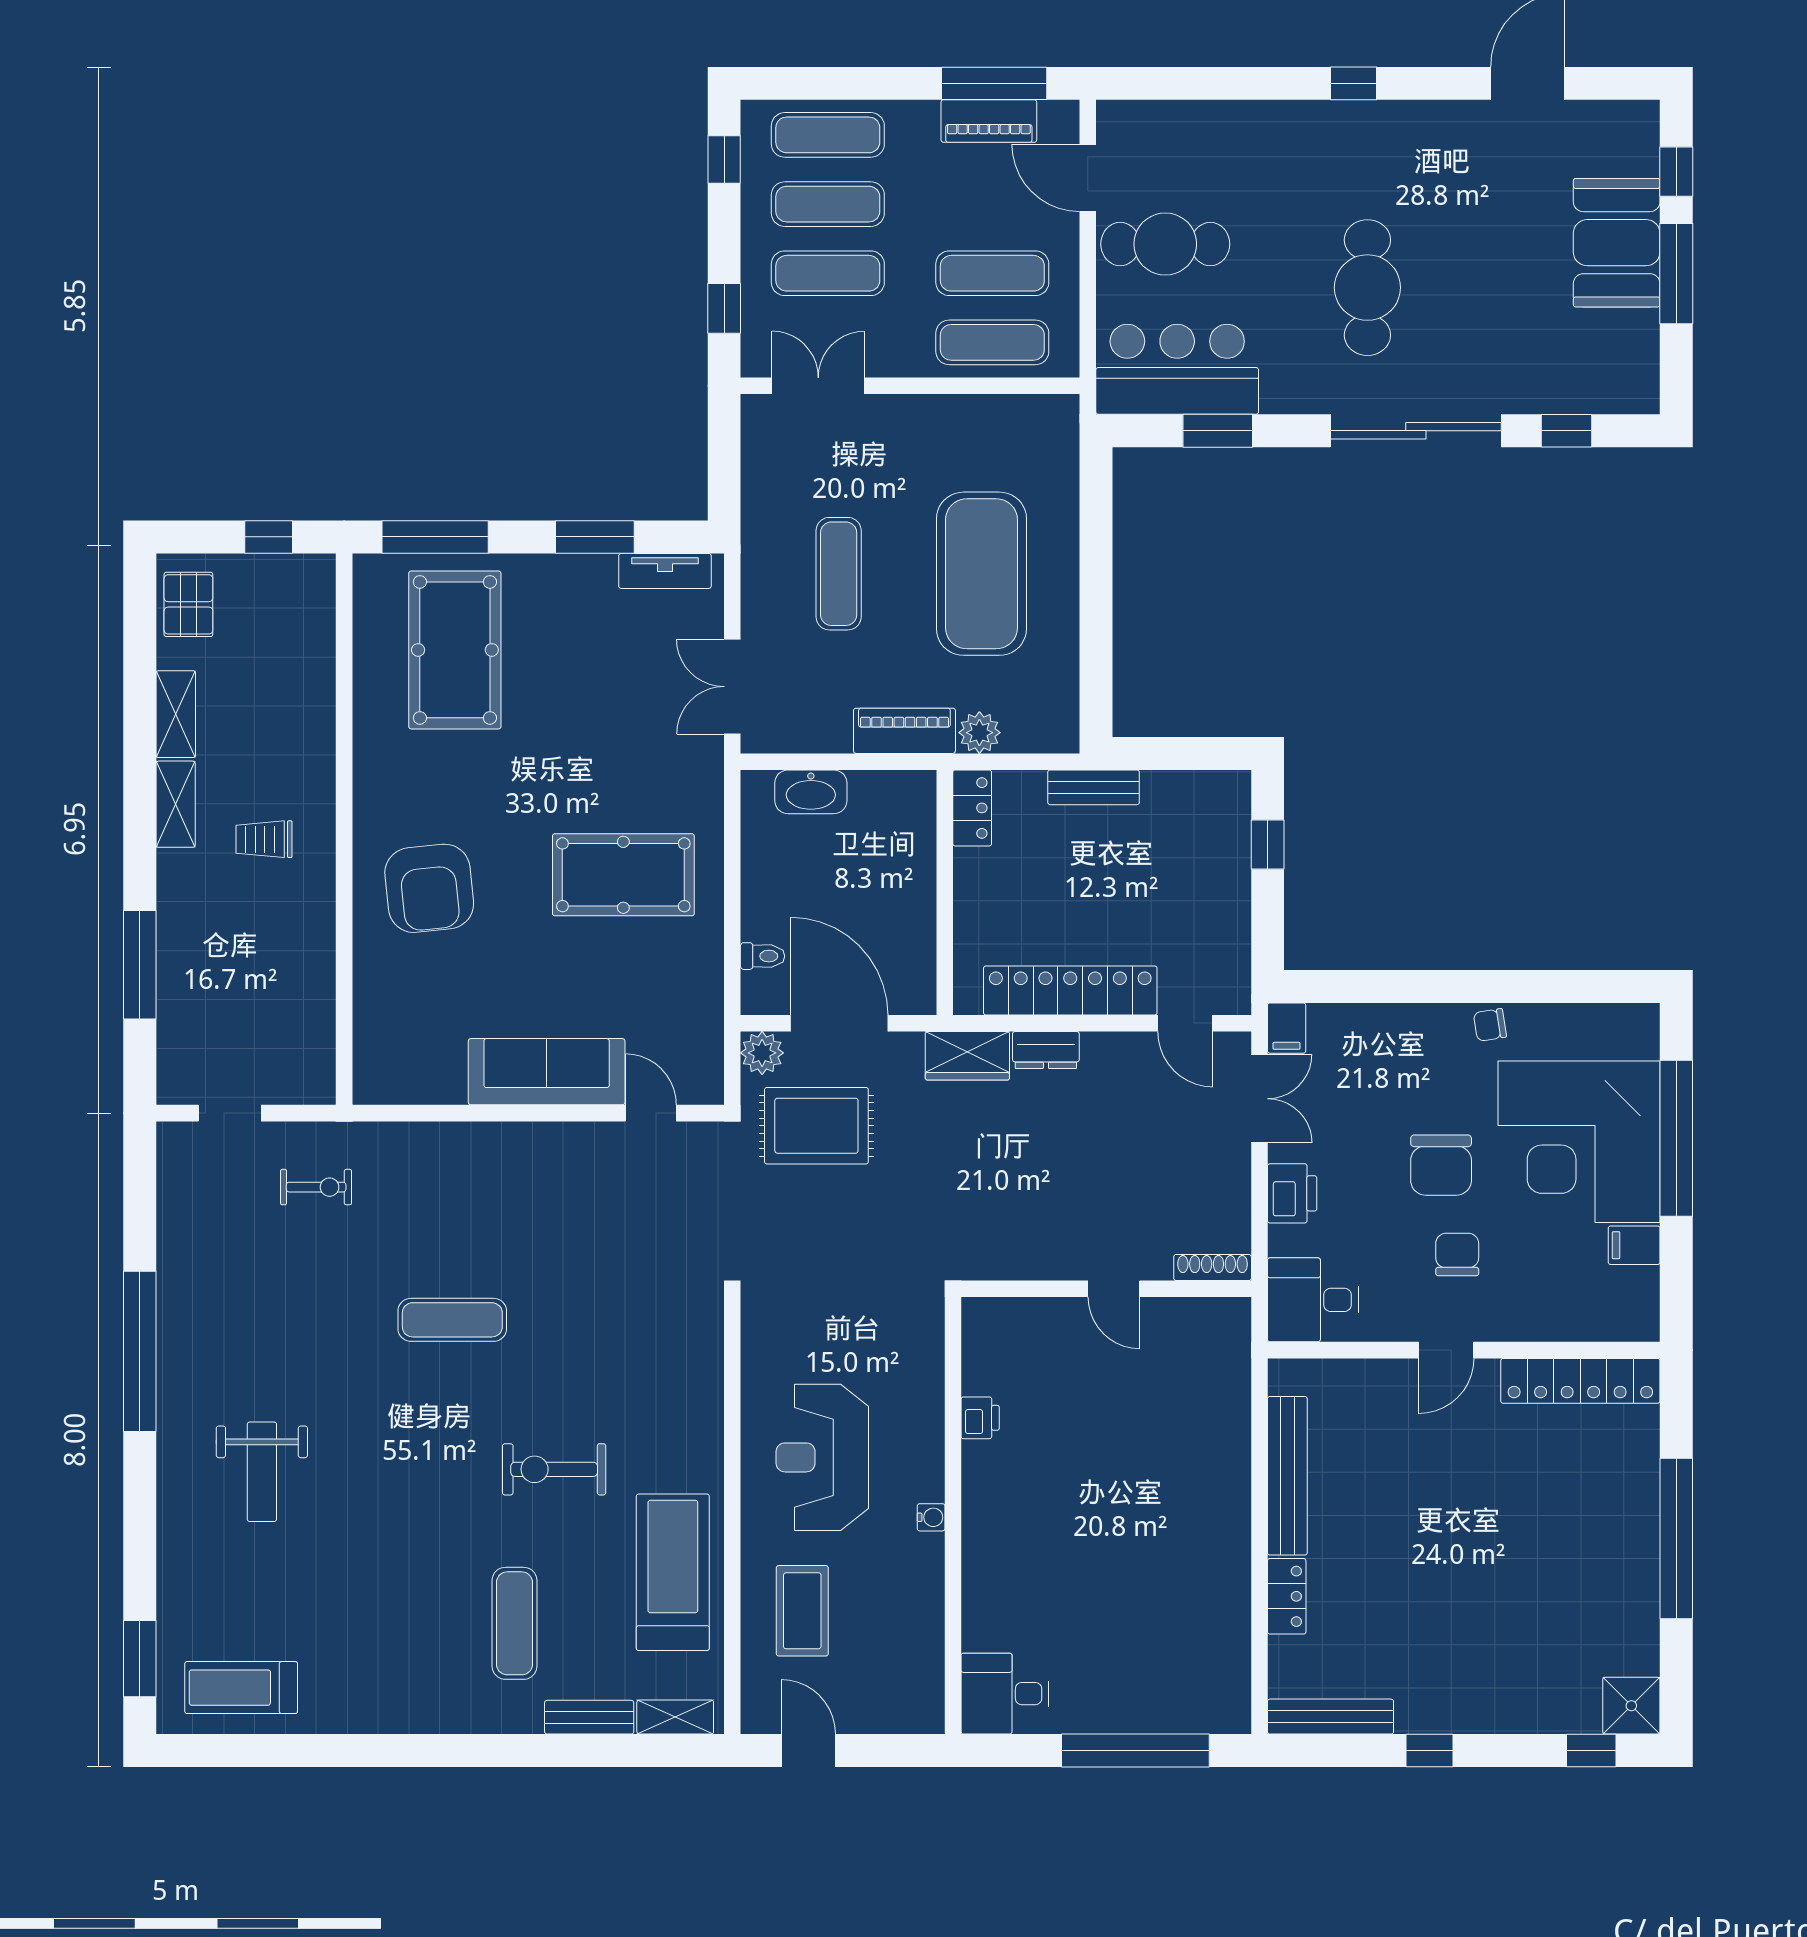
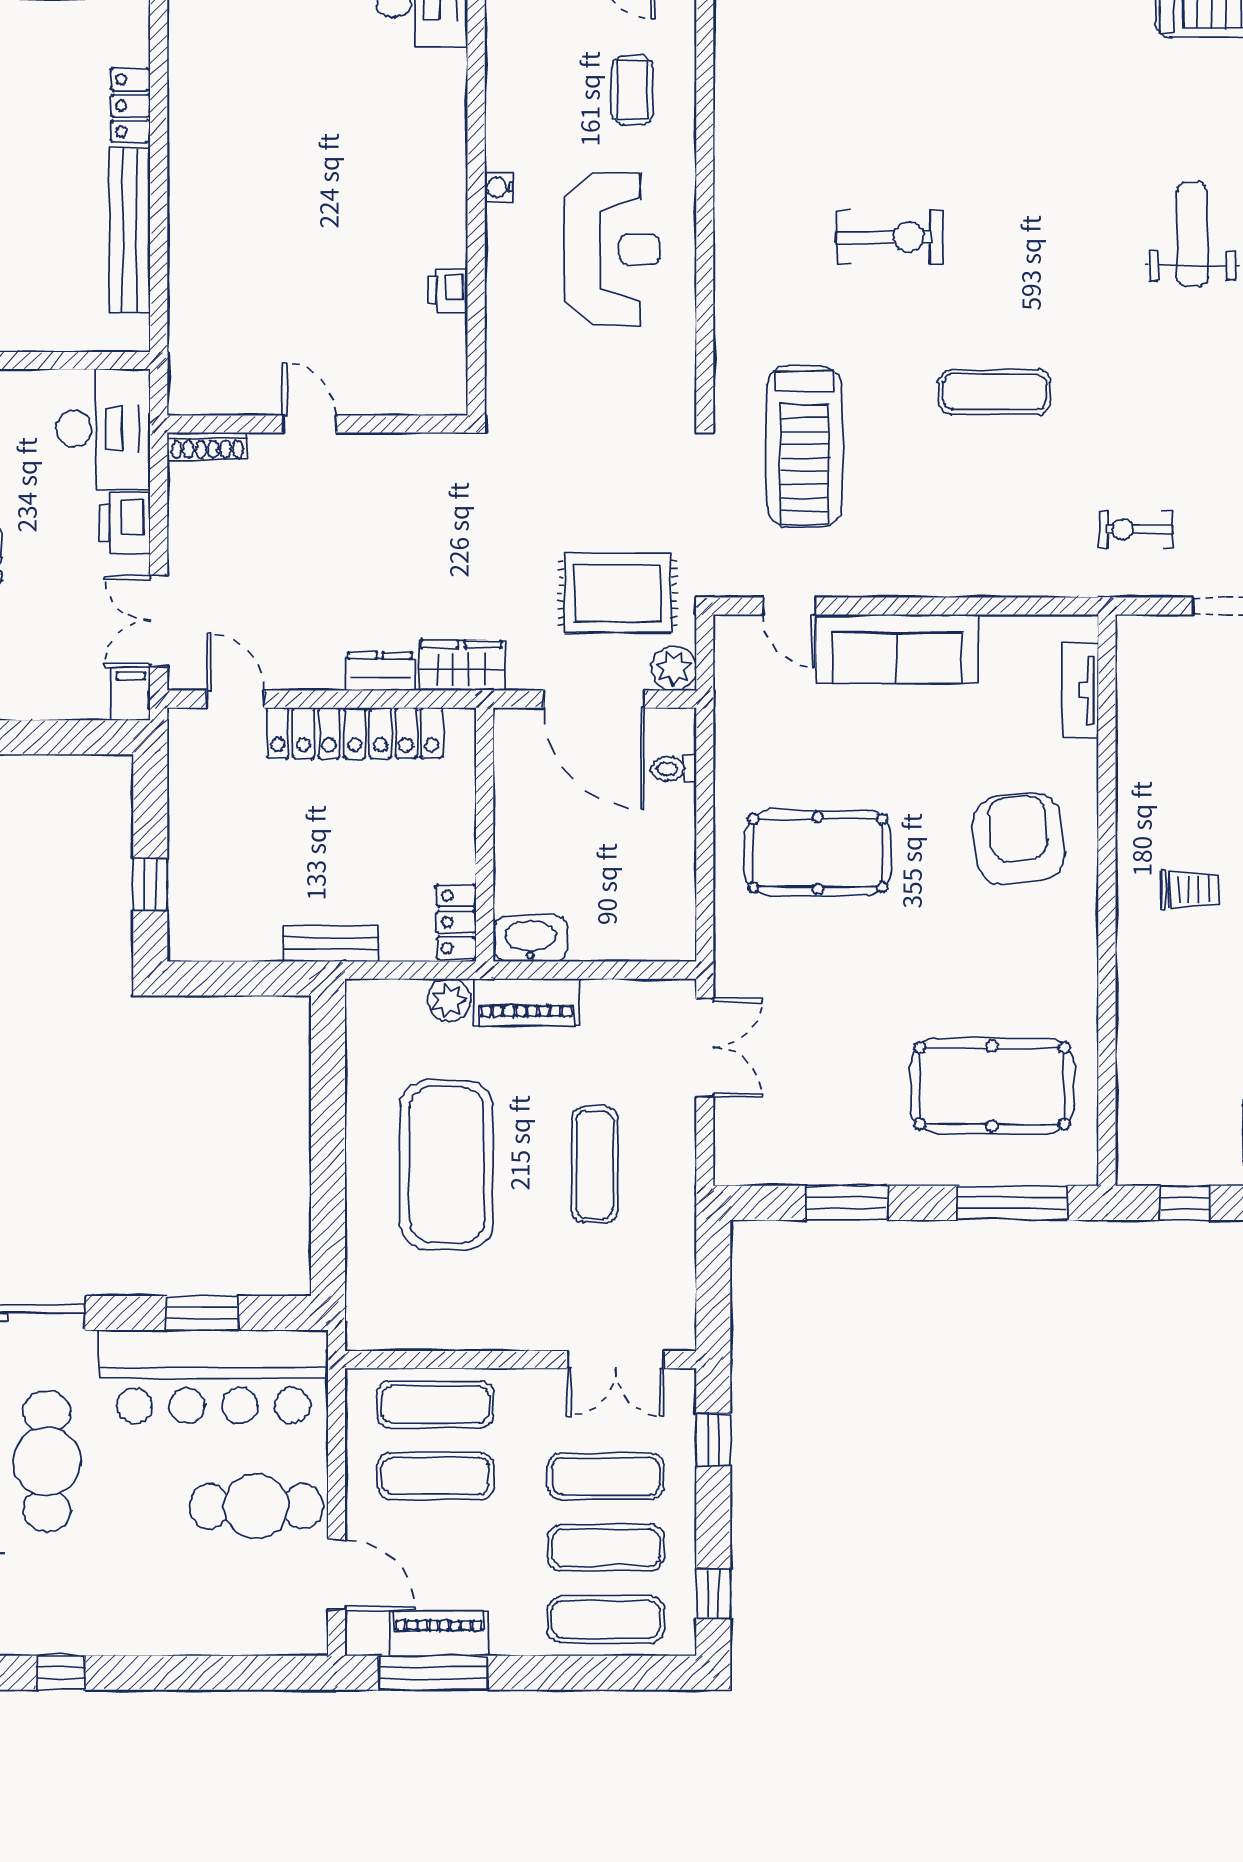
bar counter: (1177, 369) -> (213, 1377), width x1.36
tv unit: (665, 571) -> (1080, 690), moved, turned -90
pool table: (455, 650) -> (992, 1086), turned 90
washbasin: (811, 792) -> (530, 939), moved
desk: (1313, 1300) -> (103, 429), width x1.37
treadmill: (673, 1572) -> (804, 447), moved
coffee table: (802, 1611) -> (632, 90), width x0.73, depth x0.77
exercise mat: (514, 1623) -> (930, 77), removed

